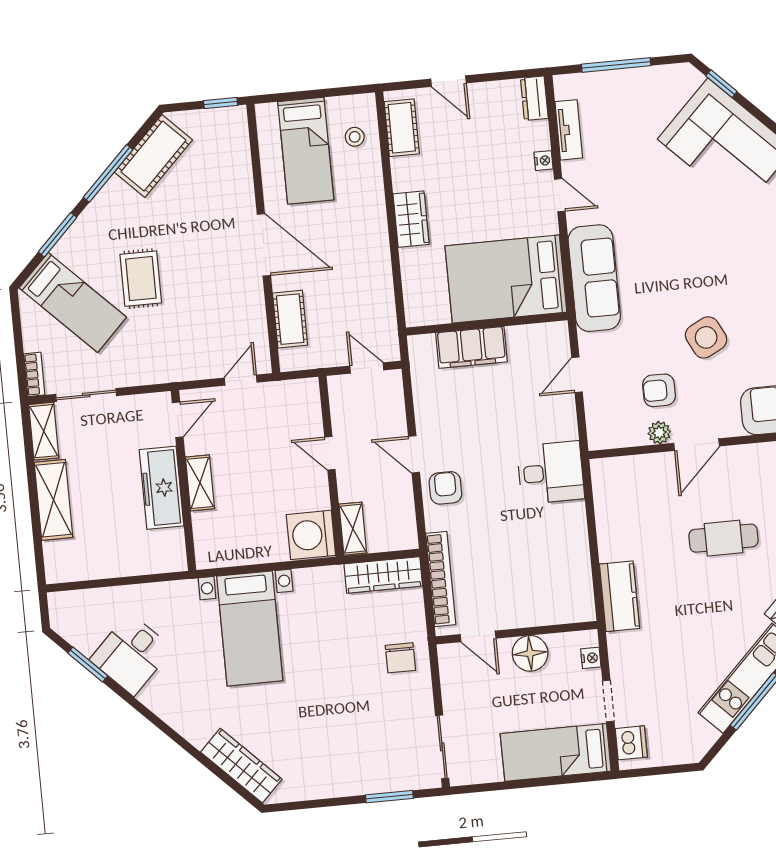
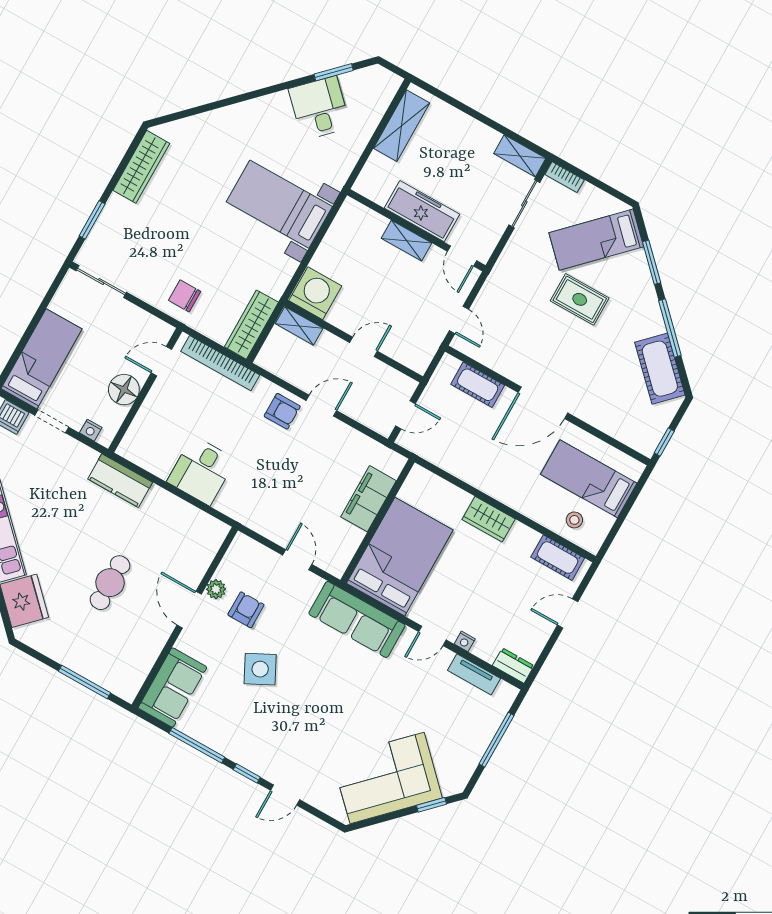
desk: (551, 472) -> (201, 470), moved
shelving: (53, 500) -> (402, 126), moved, turned 90
wardrobe: (241, 766) -> (141, 167), moved, turned -45

